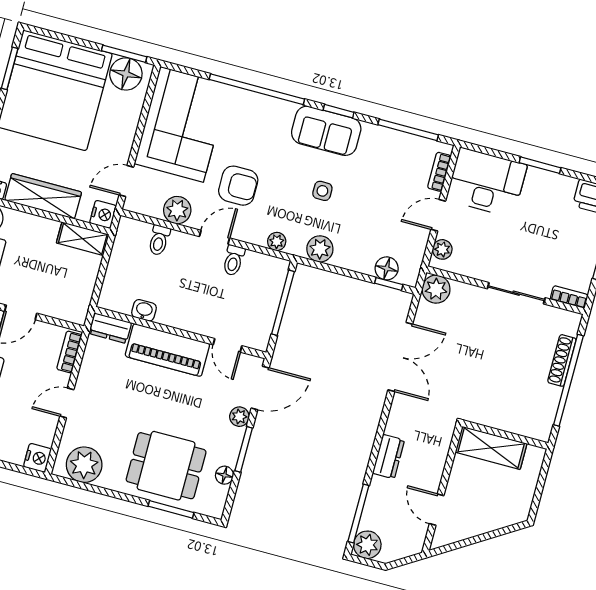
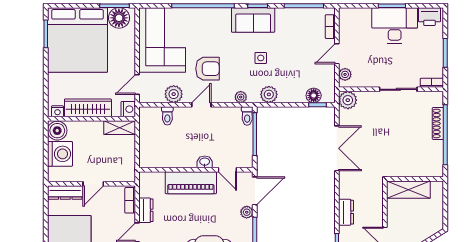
desk: (487, 182) -> (395, 25), moved
toilet: (234, 260) -> (247, 116), moved
washbasin: (144, 310) -> (205, 162), moved
dresser: (110, 328) -> (146, 210), moved, turned -90

